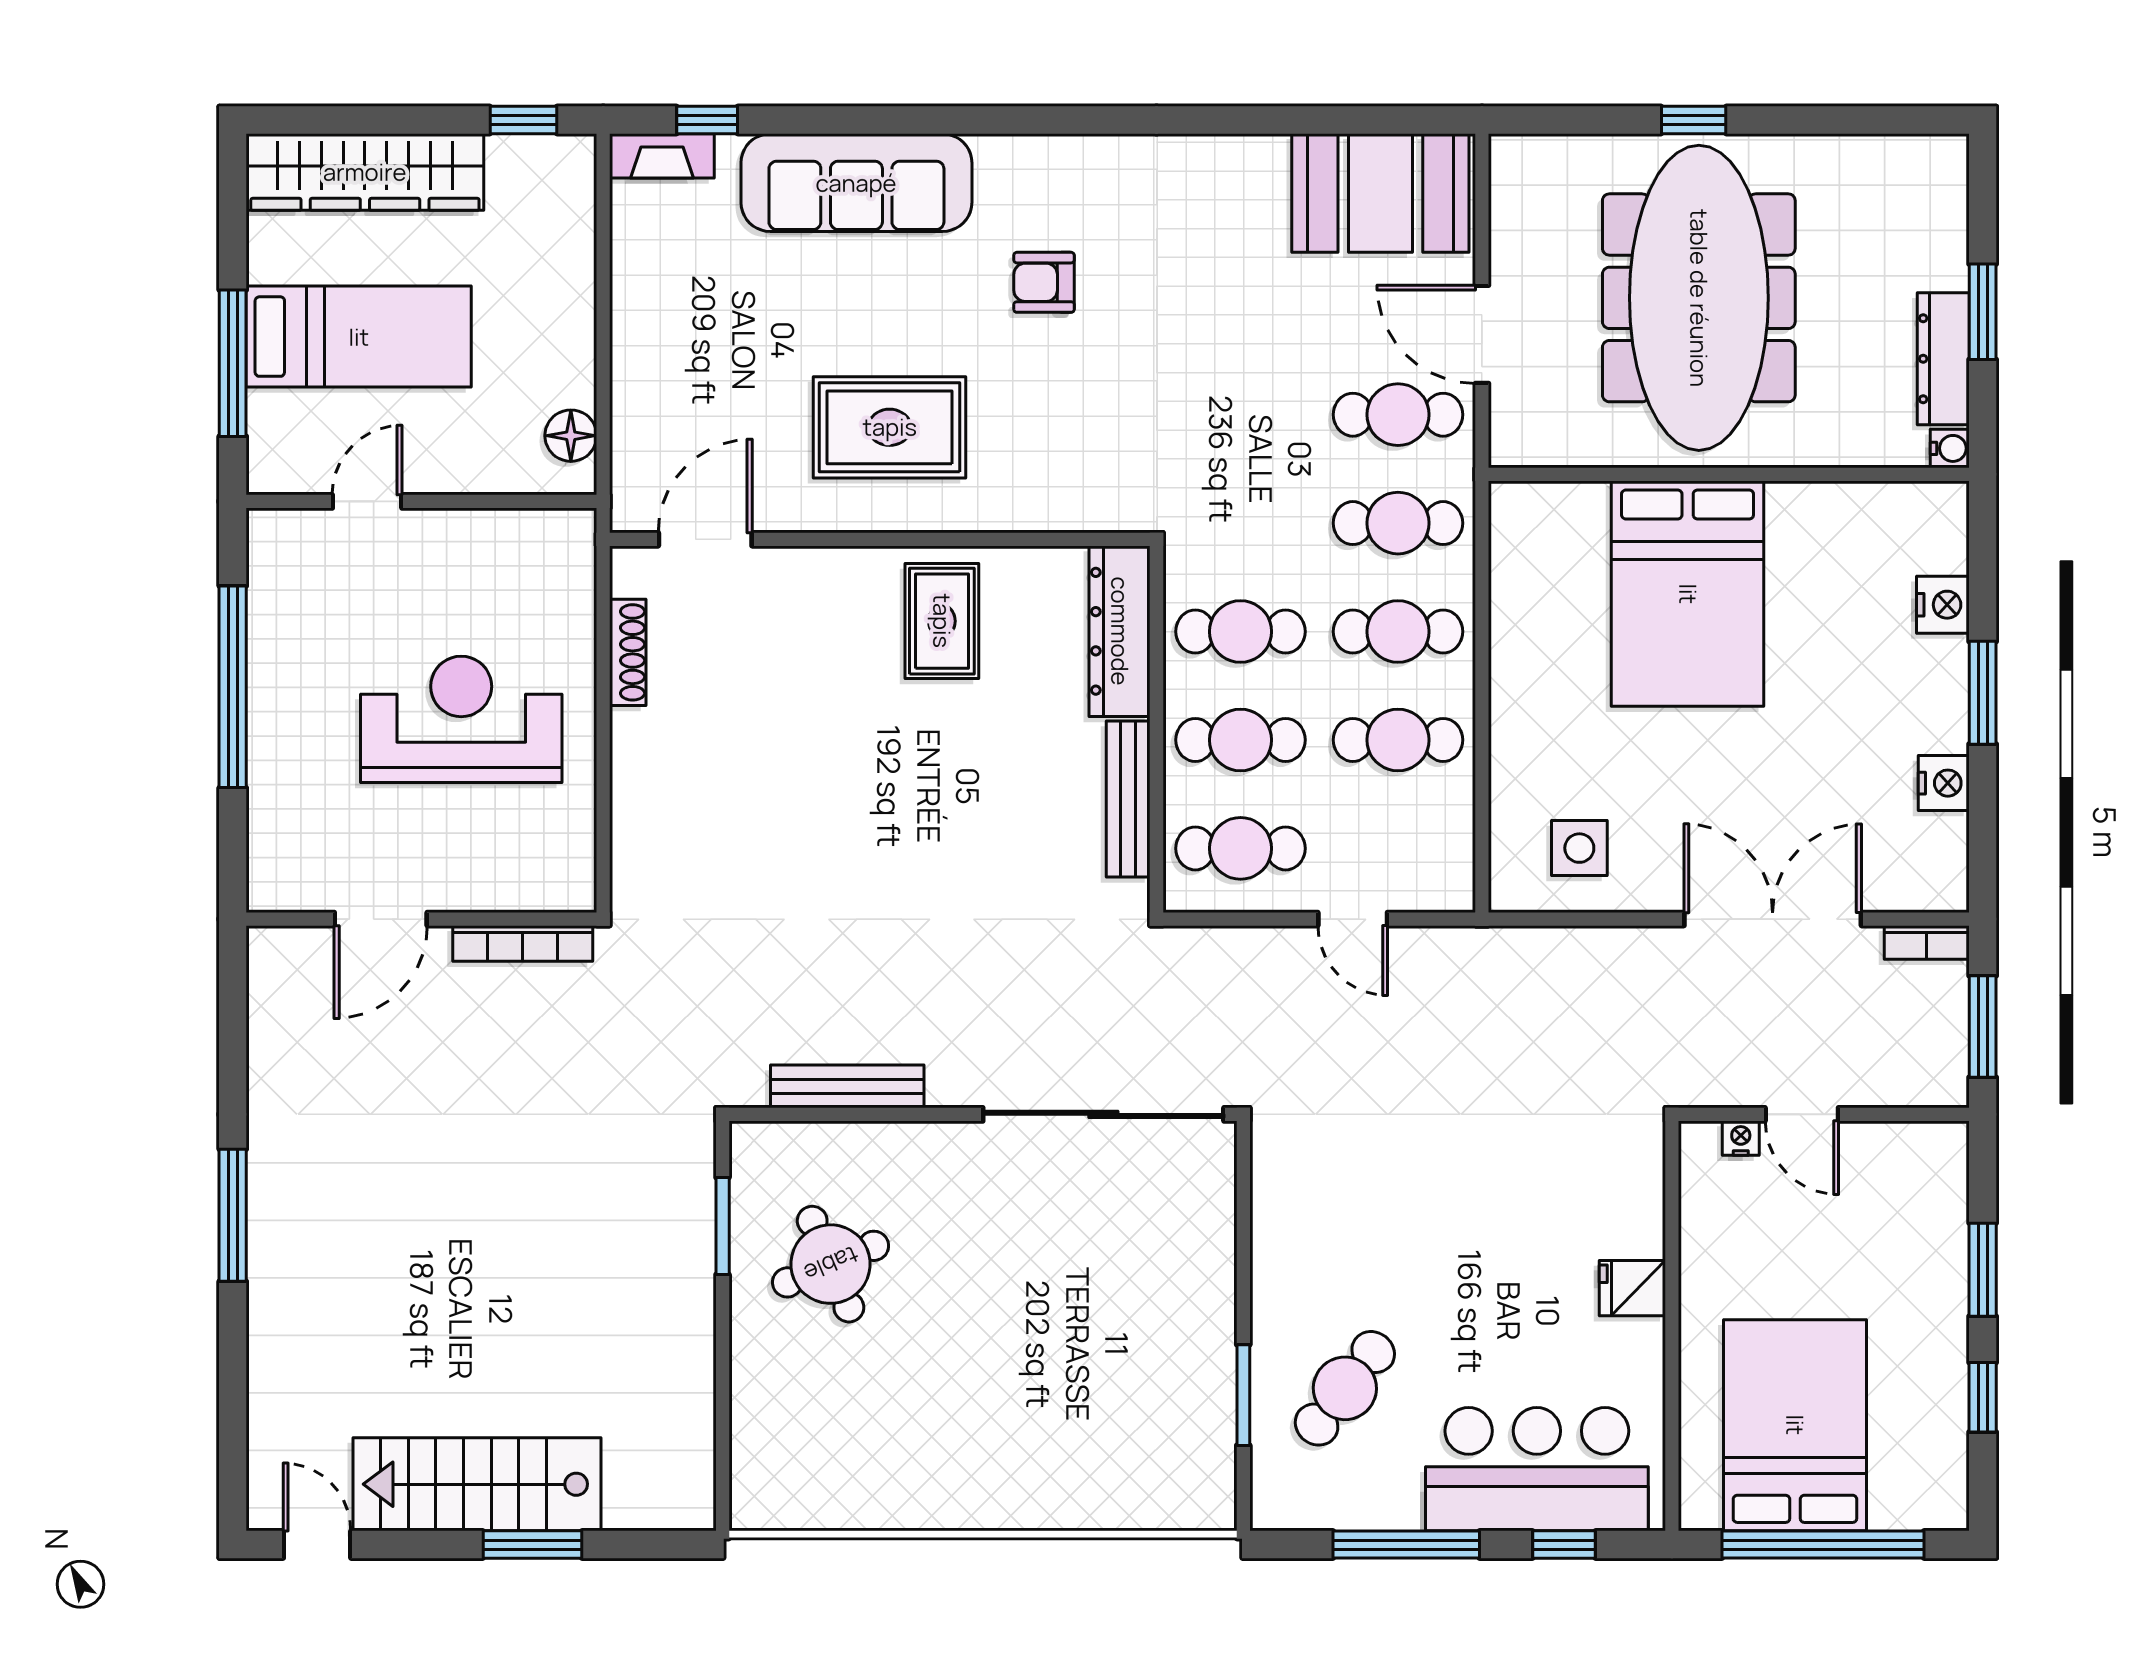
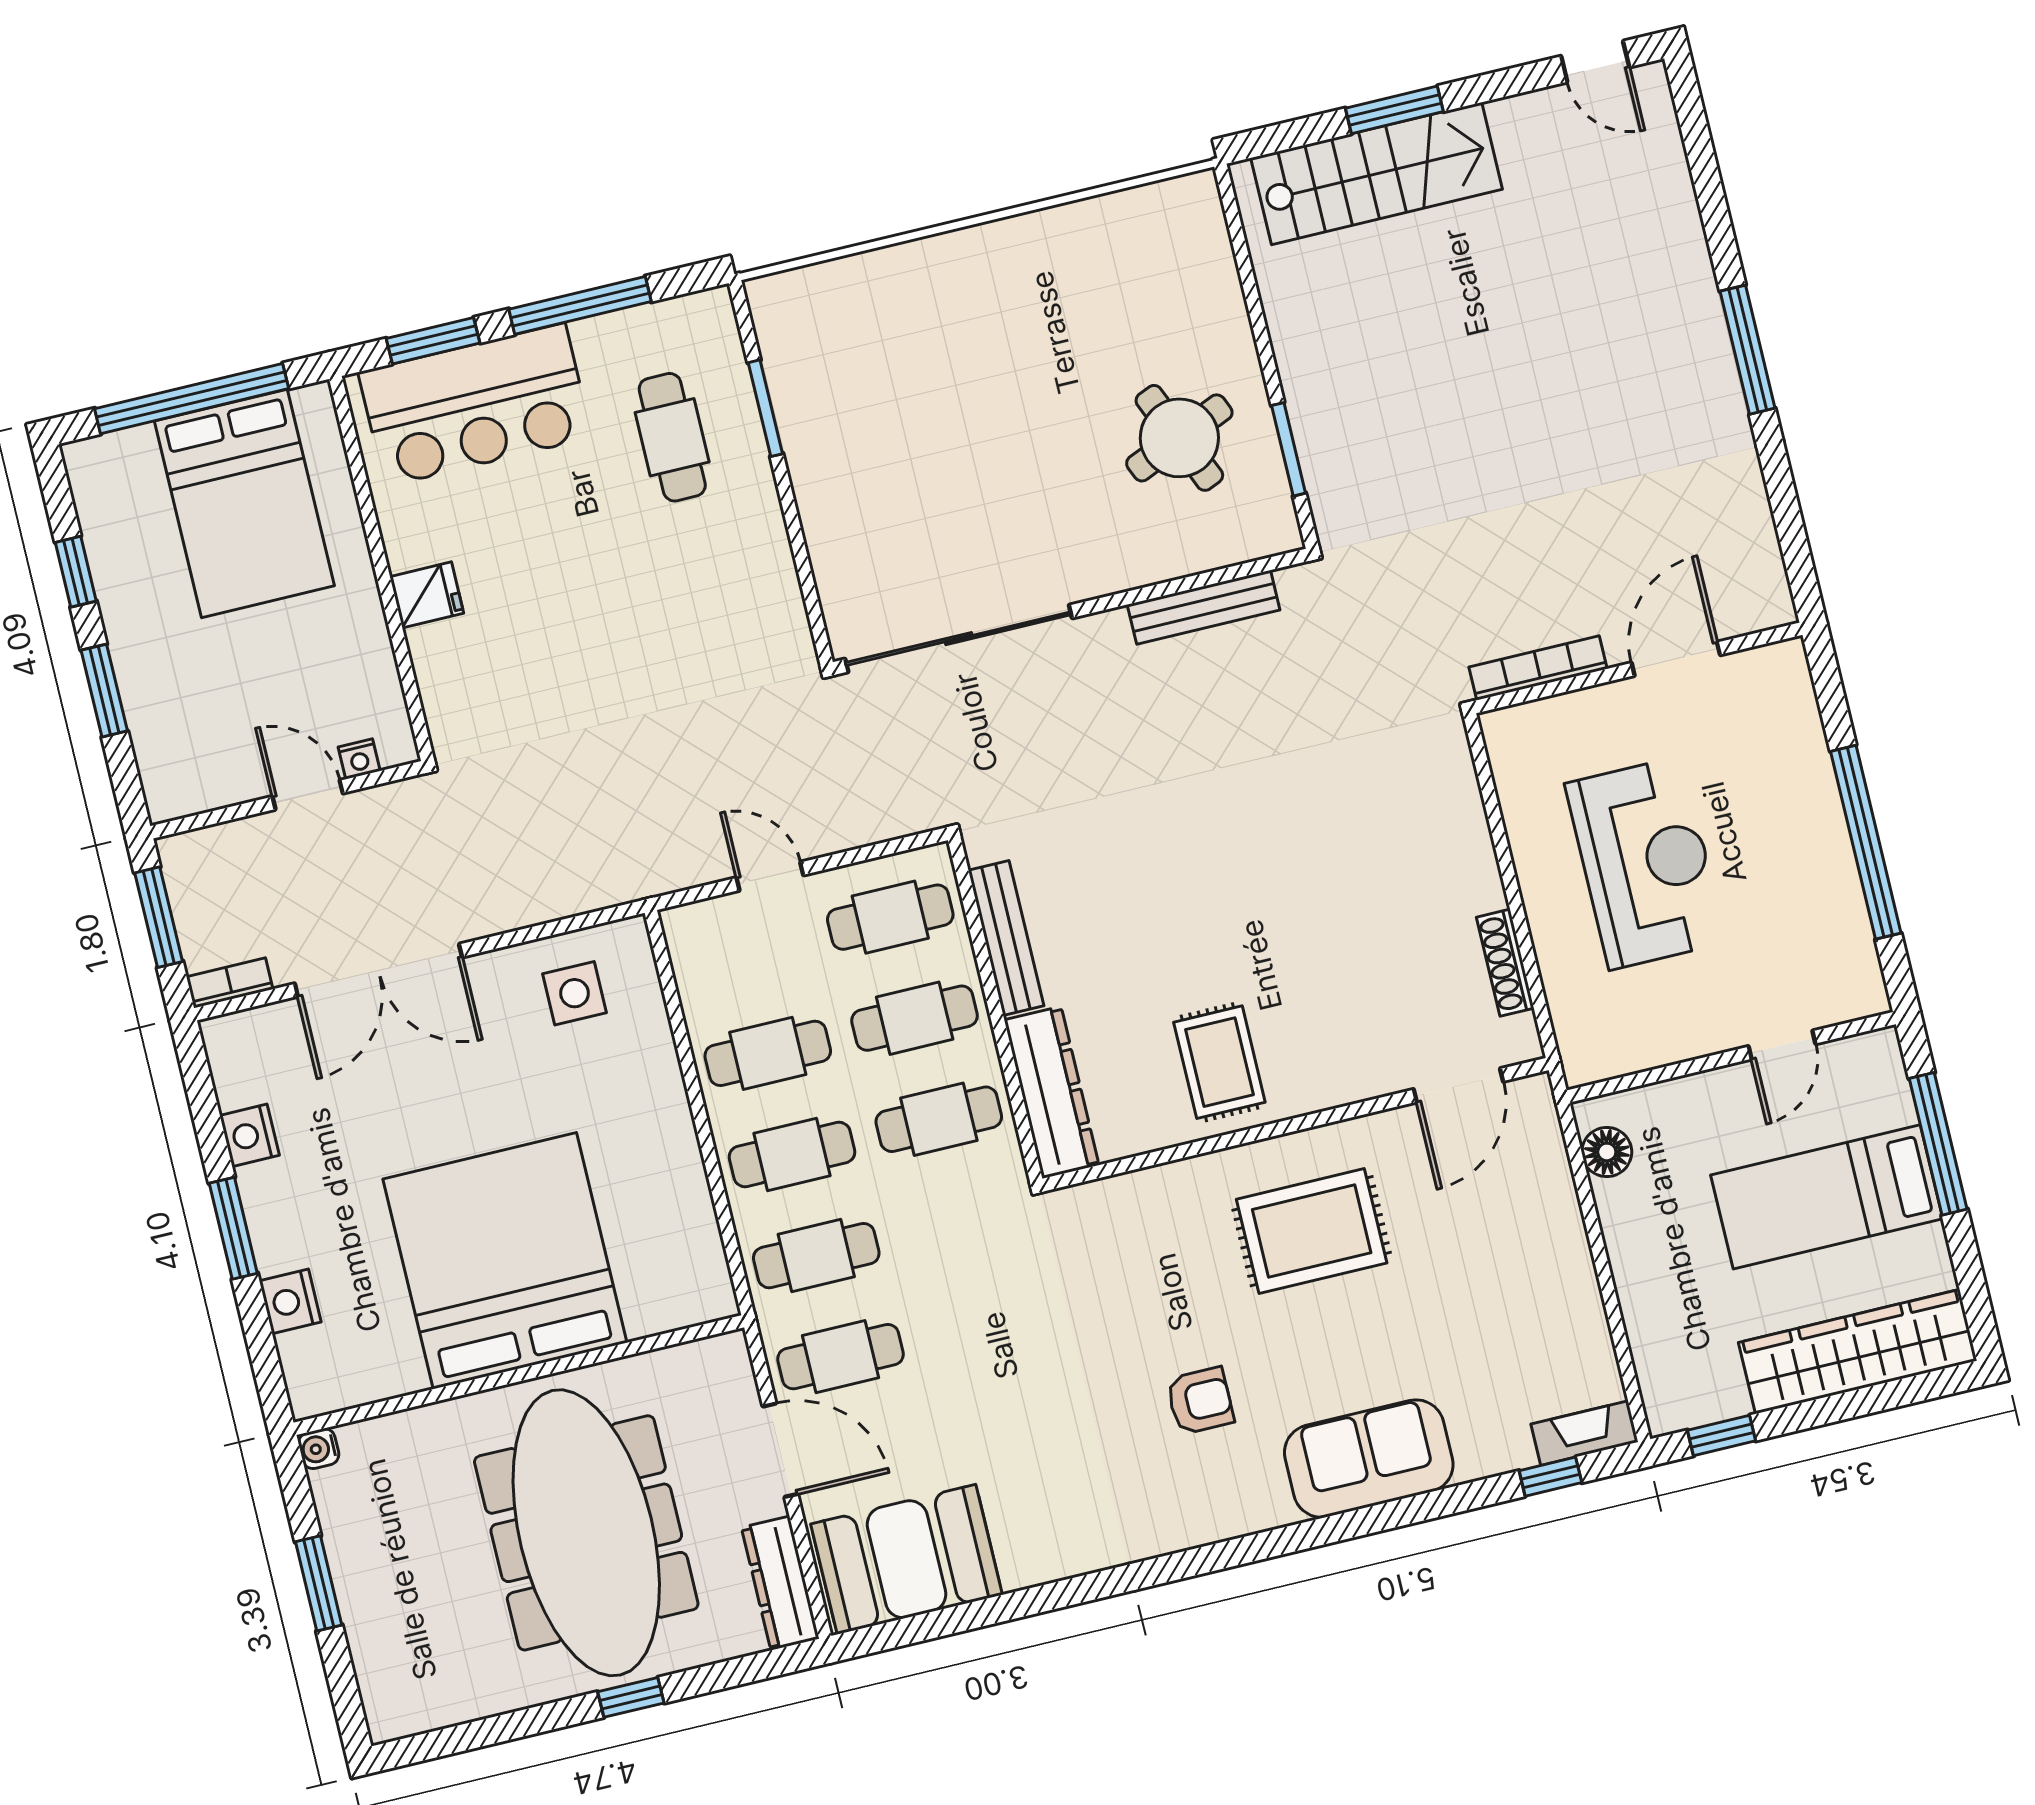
sofa: (856, 183) -> (1369, 1459), width x0.73
dresser: (1943, 359) -> (780, 1583), moved, turned 180
bed: (1688, 594) -> (505, 1261), width x1.36
reception desk: (461, 719) -> (1646, 863), turned -90
cafe table: (1345, 1388) -> (672, 437), turned -38
stairs: (477, 1484) -> (1377, 174), moved
window: (1564, 1545) -> (433, 341), width x1.50

